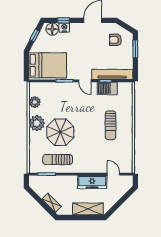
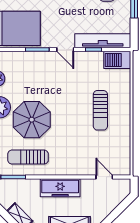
barbecue: (107, 88) -> (117, 60), moved
freezer: (92, 182) -> (60, 188), moved

